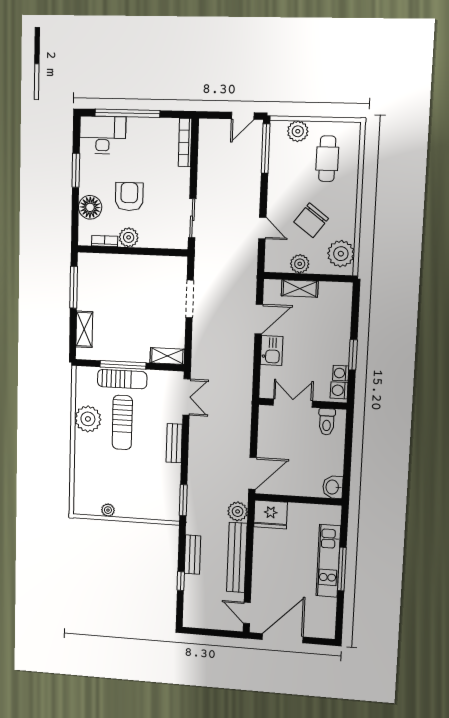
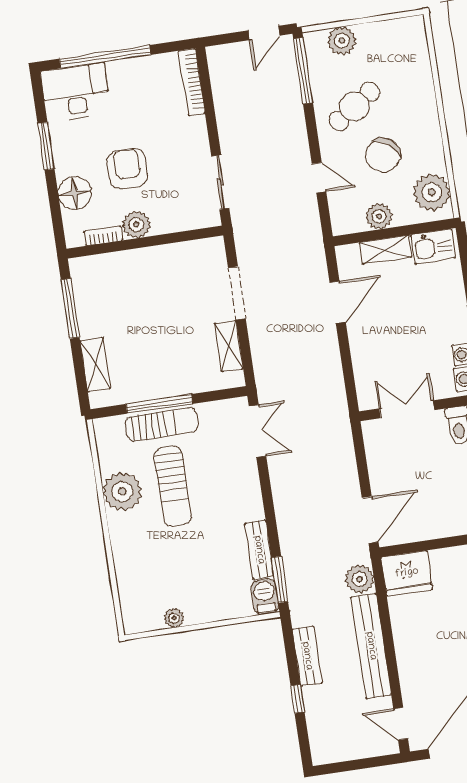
cafe table: (327, 159) -> (354, 106), moved, turned 55
kitchen sink: (272, 351) -> (433, 246), moved, turned 90
shelving: (167, 356) -> (229, 346), moved, turned 90
bench: (174, 443) -> (259, 550), moved
barbecue: (171, 509) -> (265, 597), added

